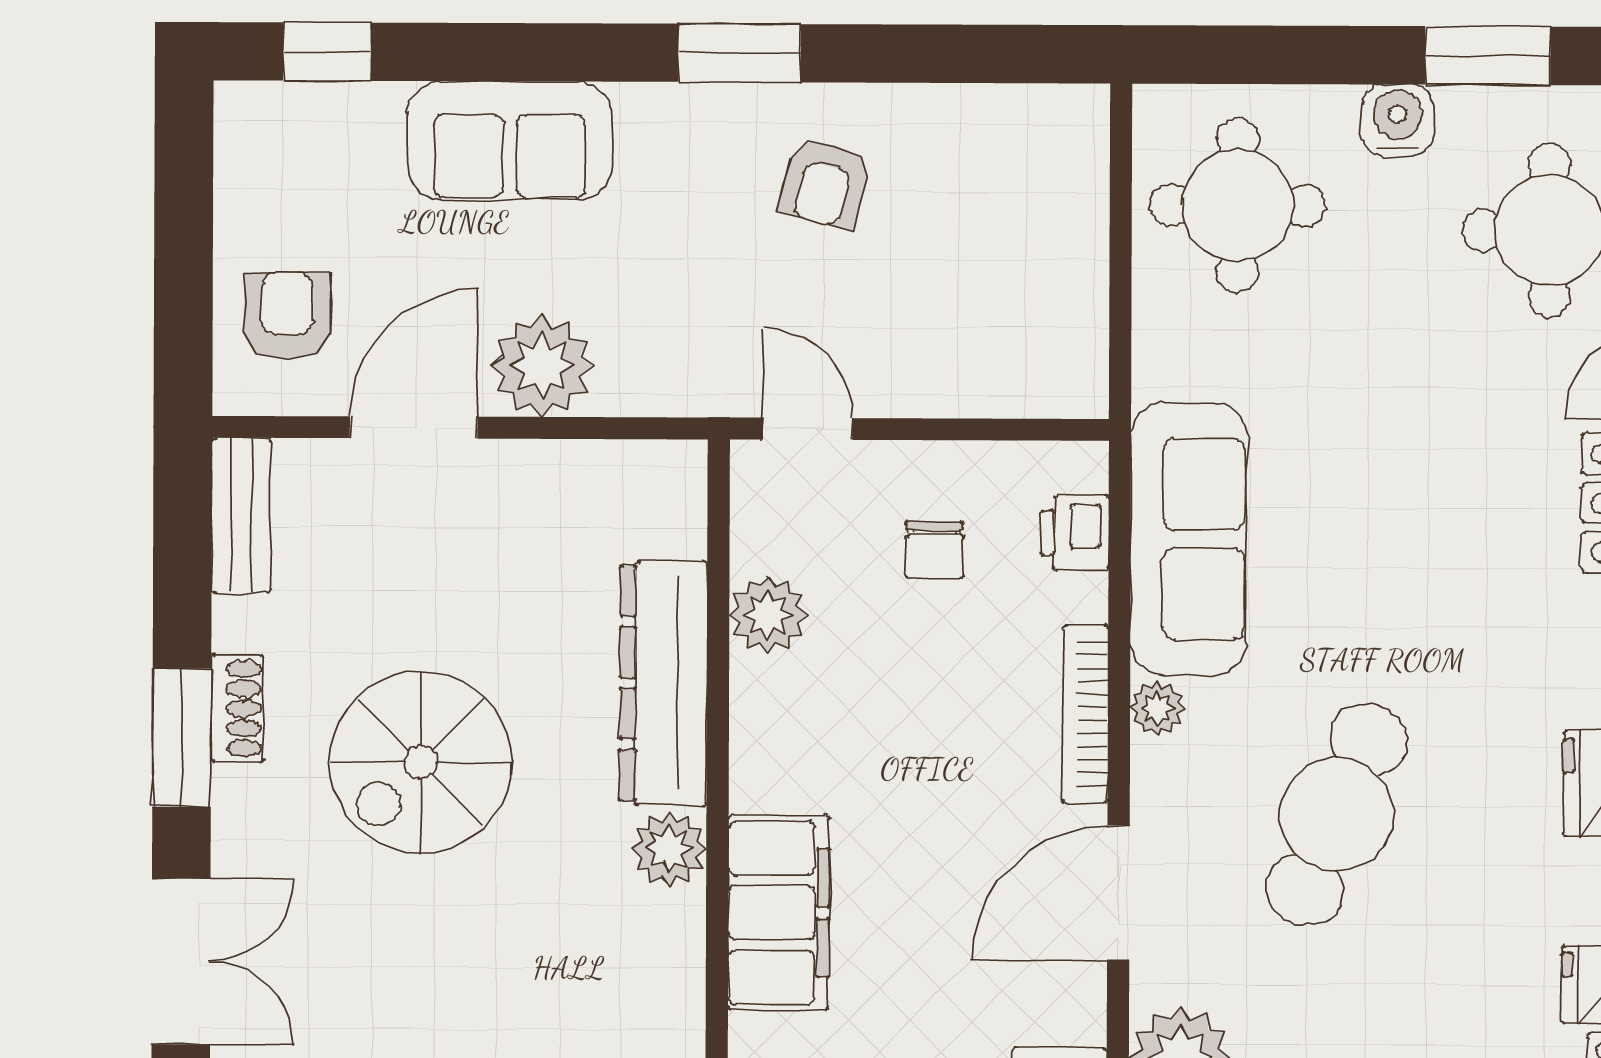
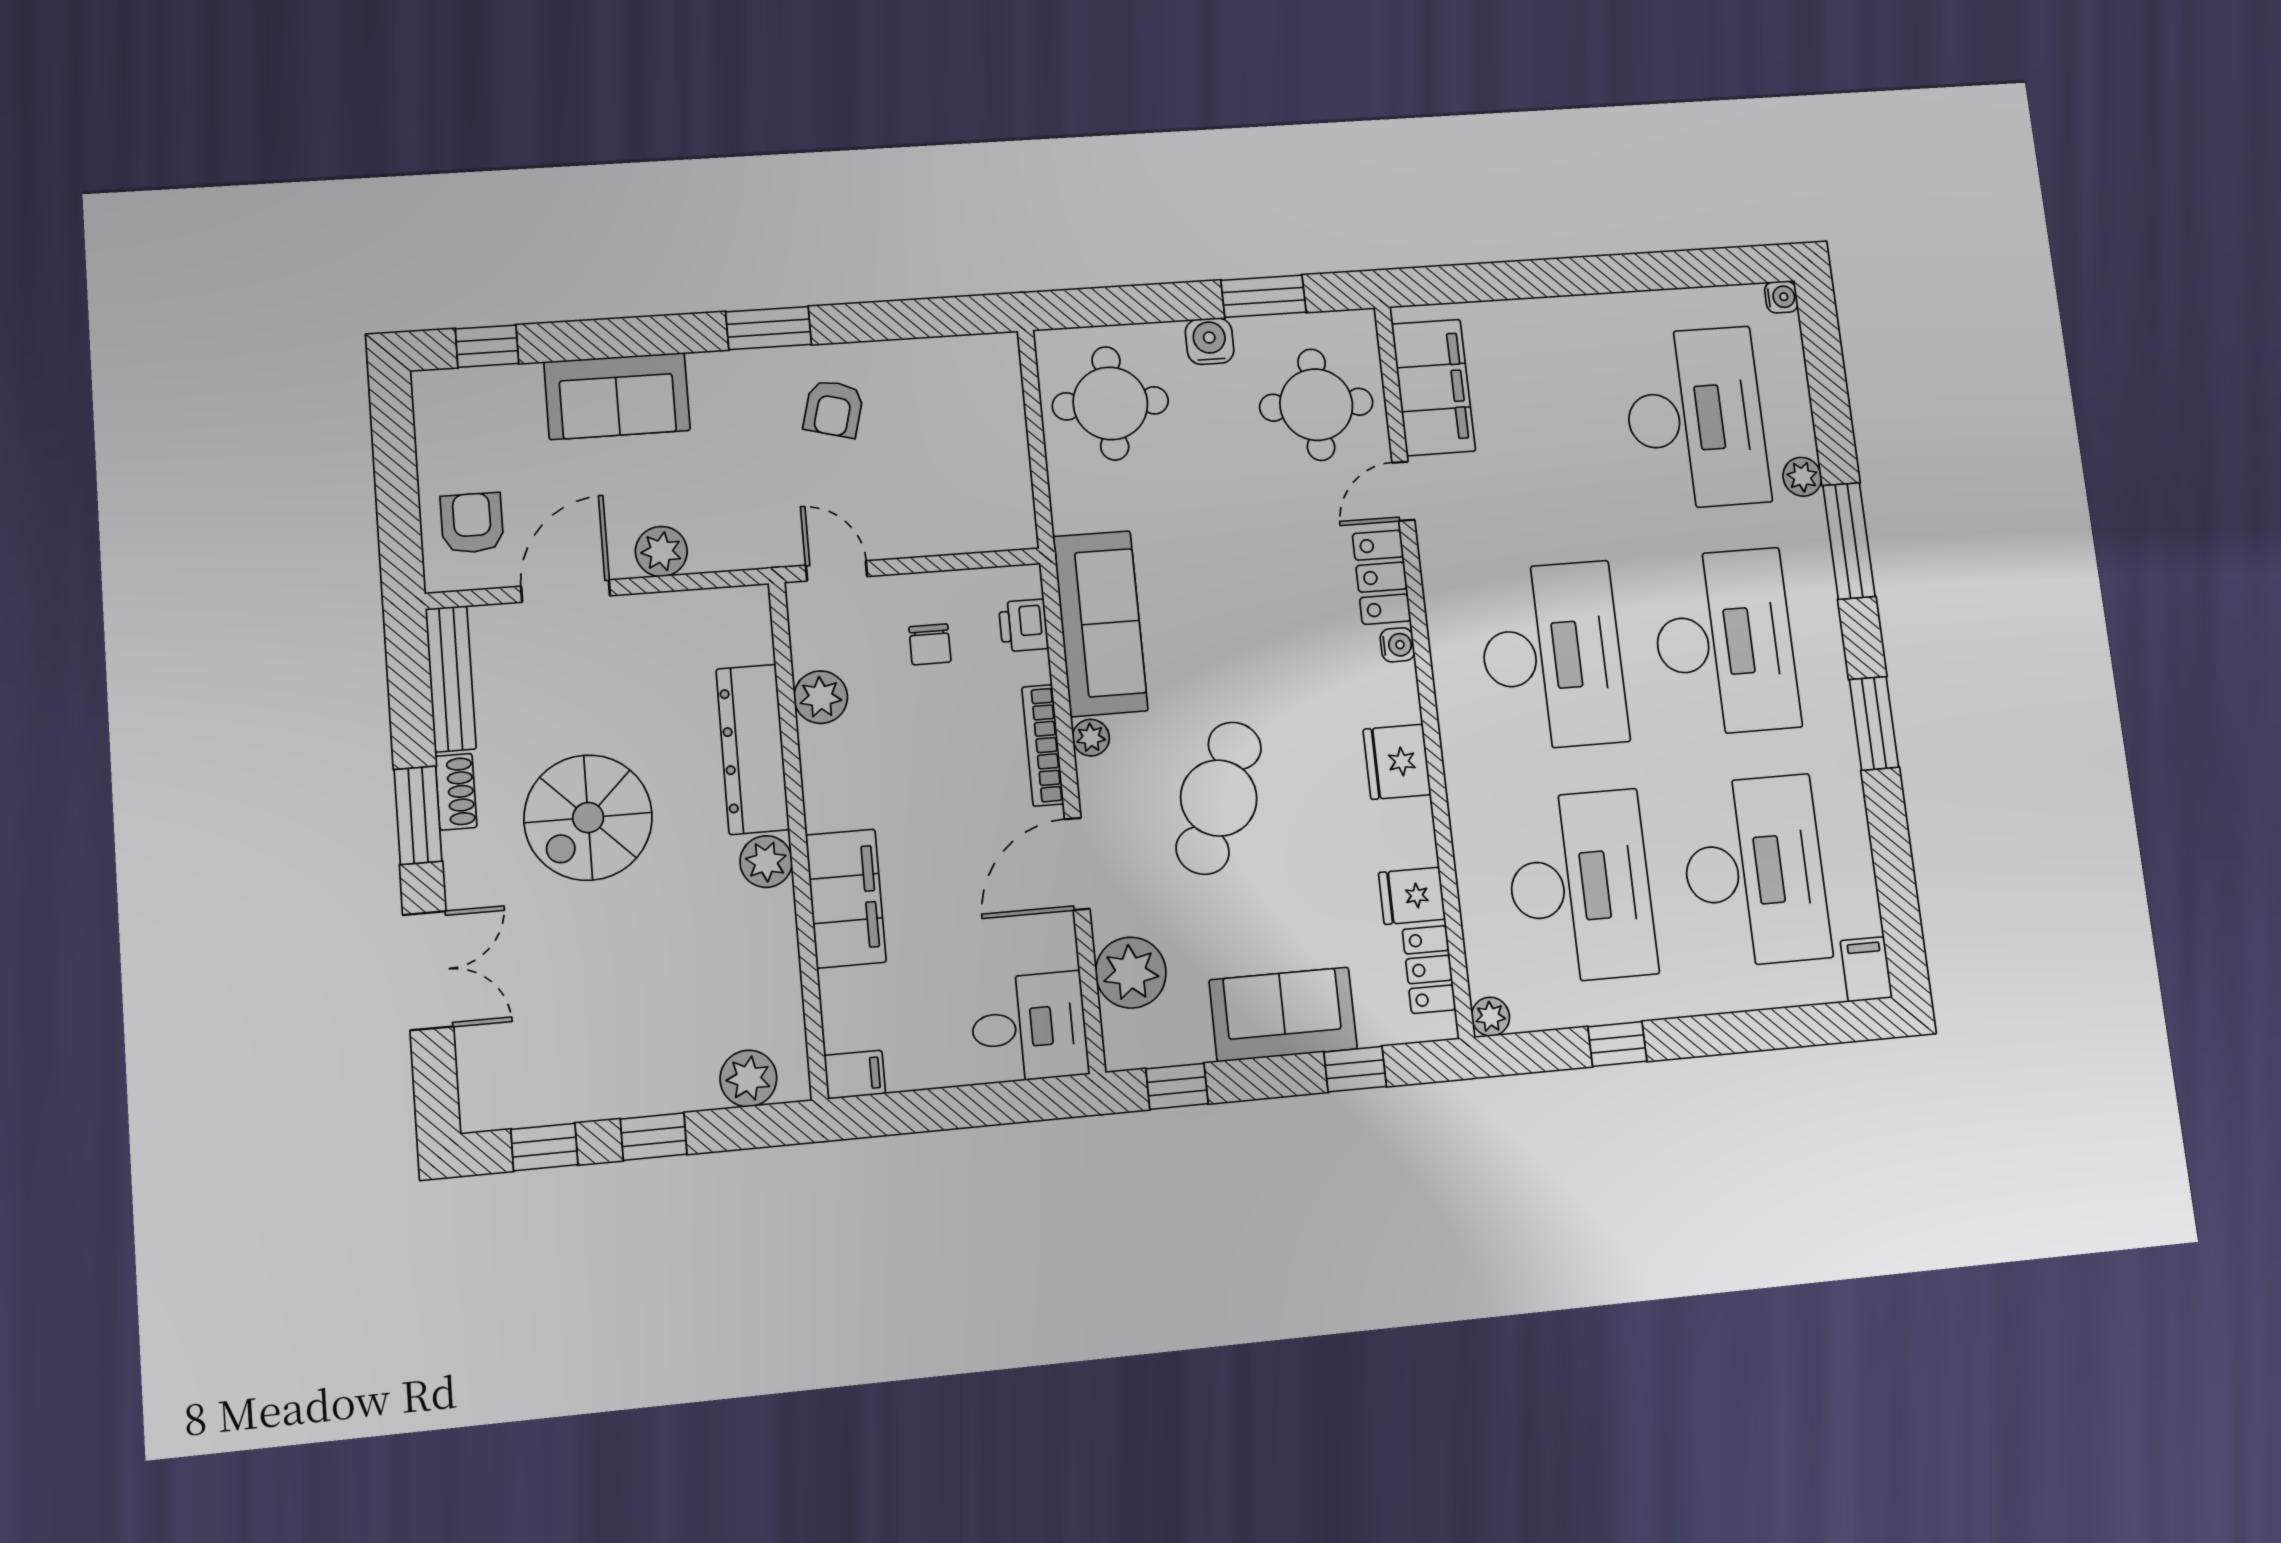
plant: (542, 366) -> (661, 551), width x0.73, depth x0.73
bench: (241, 515) -> (451, 679), width x1.36

